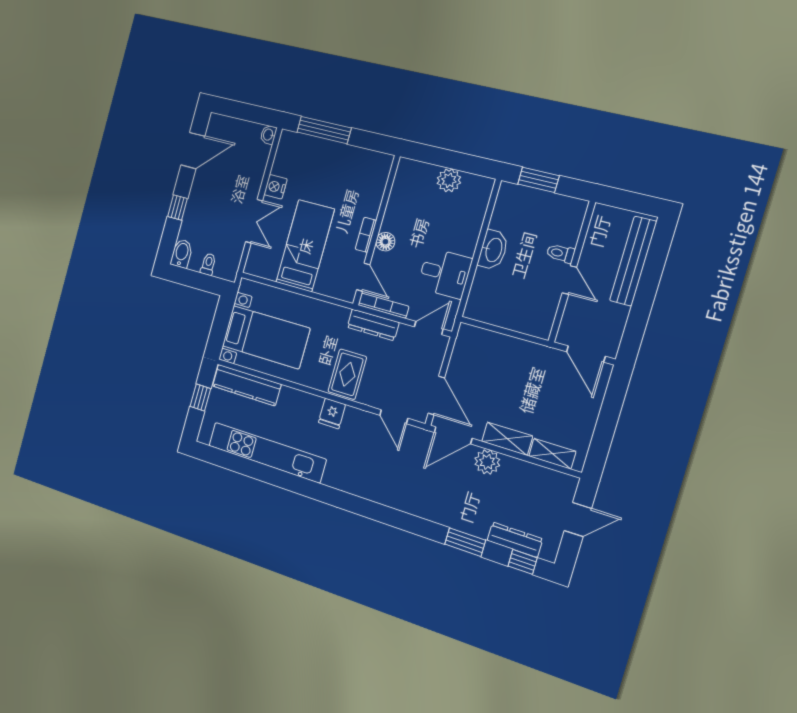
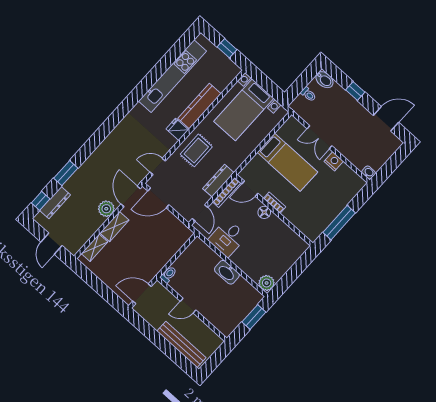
window: (324, 130) -> (339, 223), moved
door: (193, 151) -> (386, 119), swing flipped
plant: (449, 180) -> (267, 283), moved
toilet: (561, 253) -> (168, 275), moved
rug: (347, 374) -> (196, 150), turned 90
kitchen counter: (247, 385) -> (199, 106), moved

